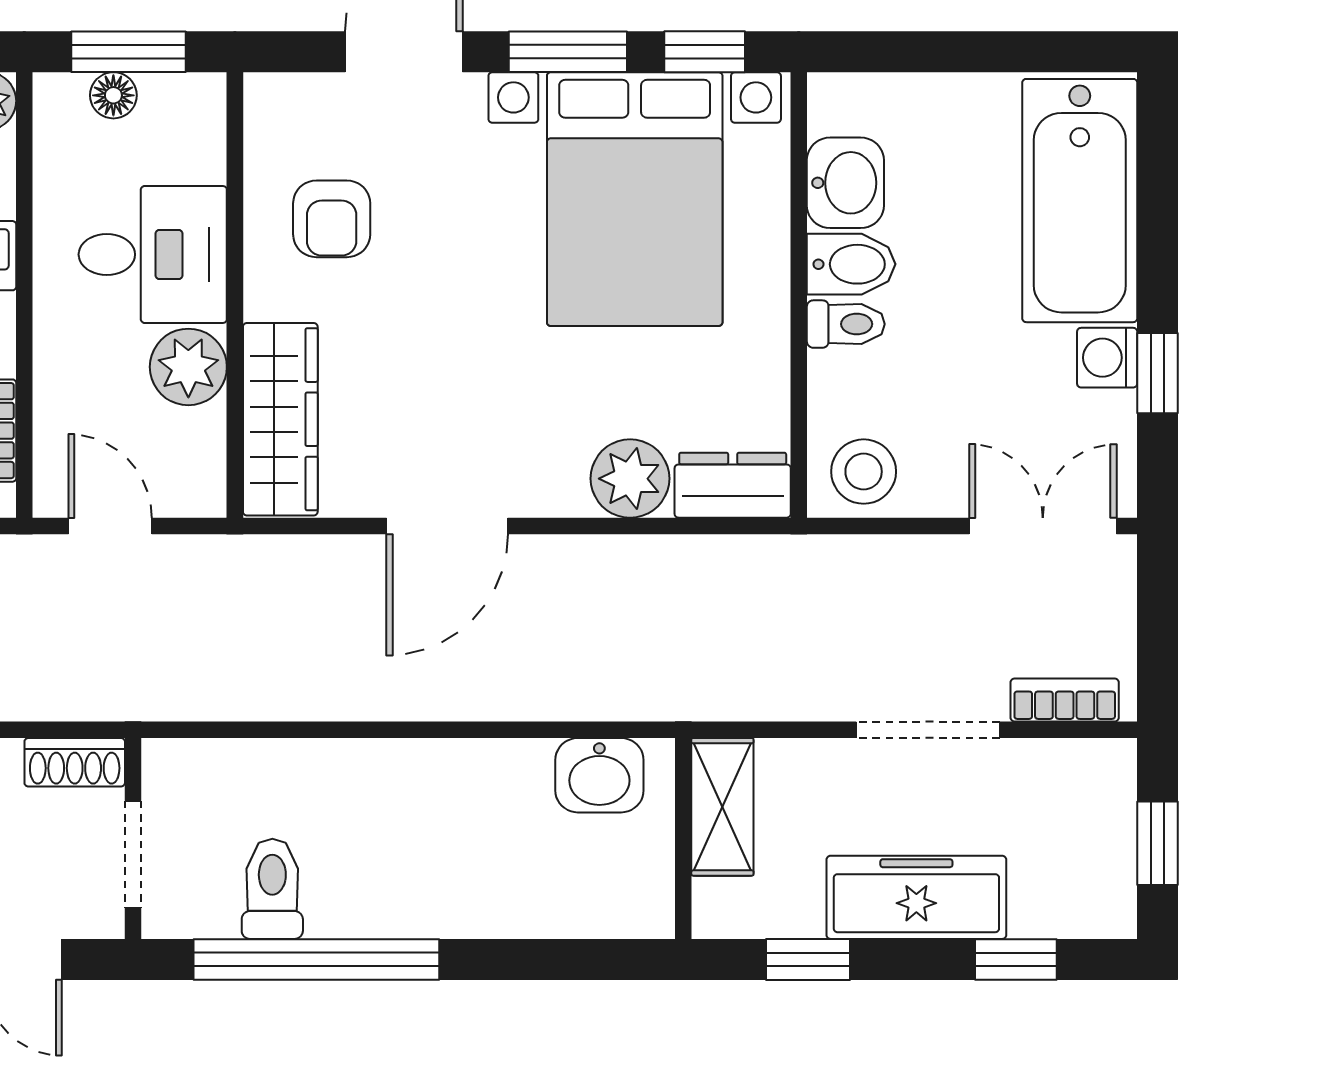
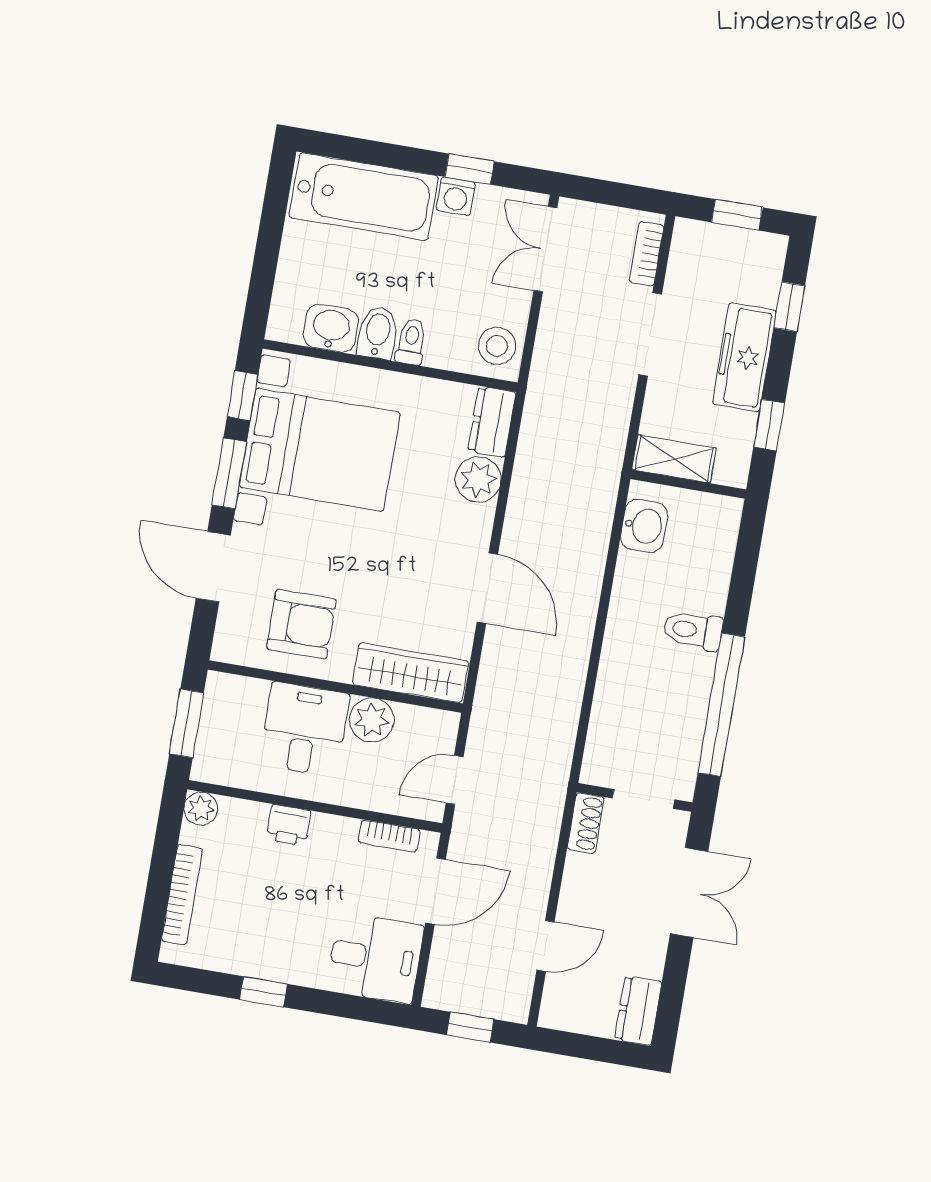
floor lamp: (113, 95) -> (210, 736), removed
armchair: (332, 219) -> (301, 624), width x1.38, depth x1.38
toilet: (272, 889) -> (693, 630), moved

